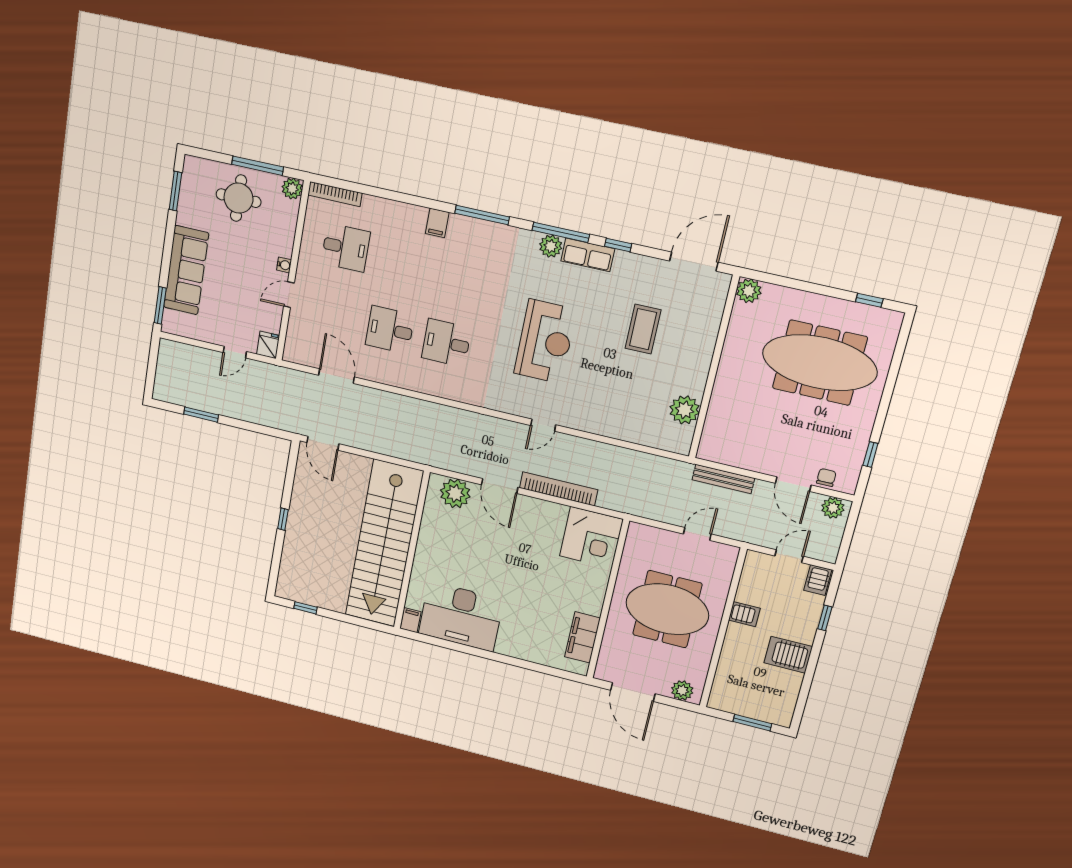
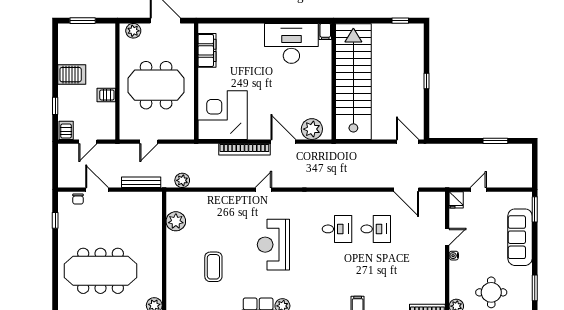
desk: (346, 248) -> (415, 276), removed
plant: (833, 508) -> (182, 180), moved
corner desk: (591, 538) -> (223, 115), width x1.36, depth x1.36

